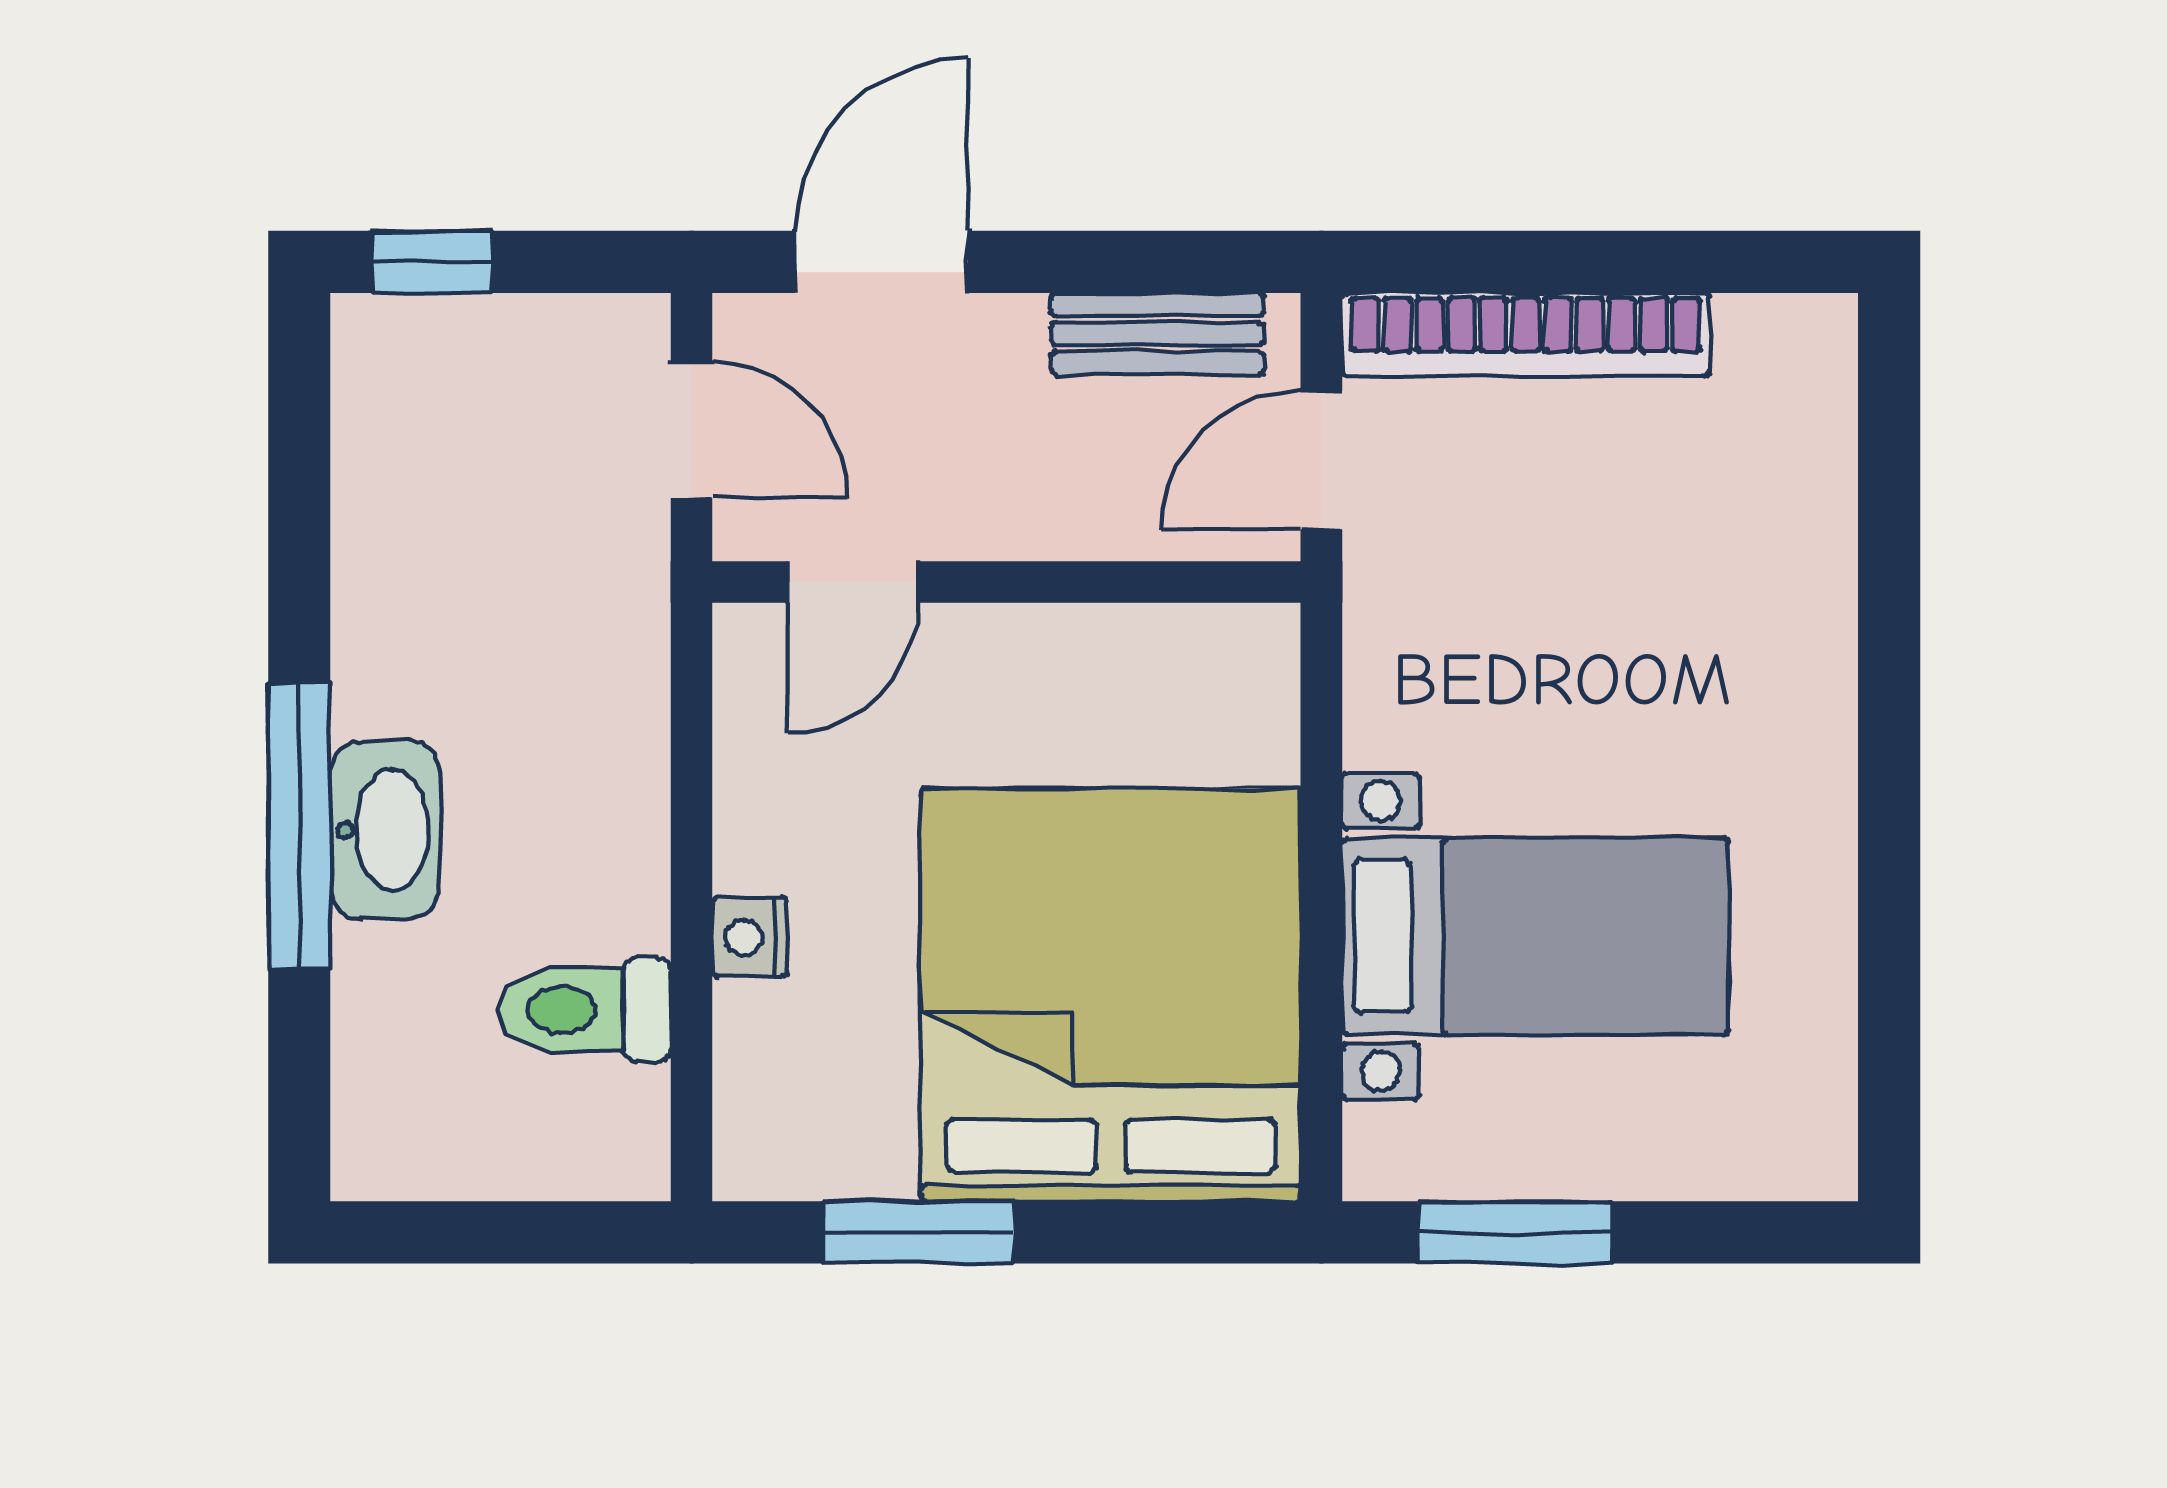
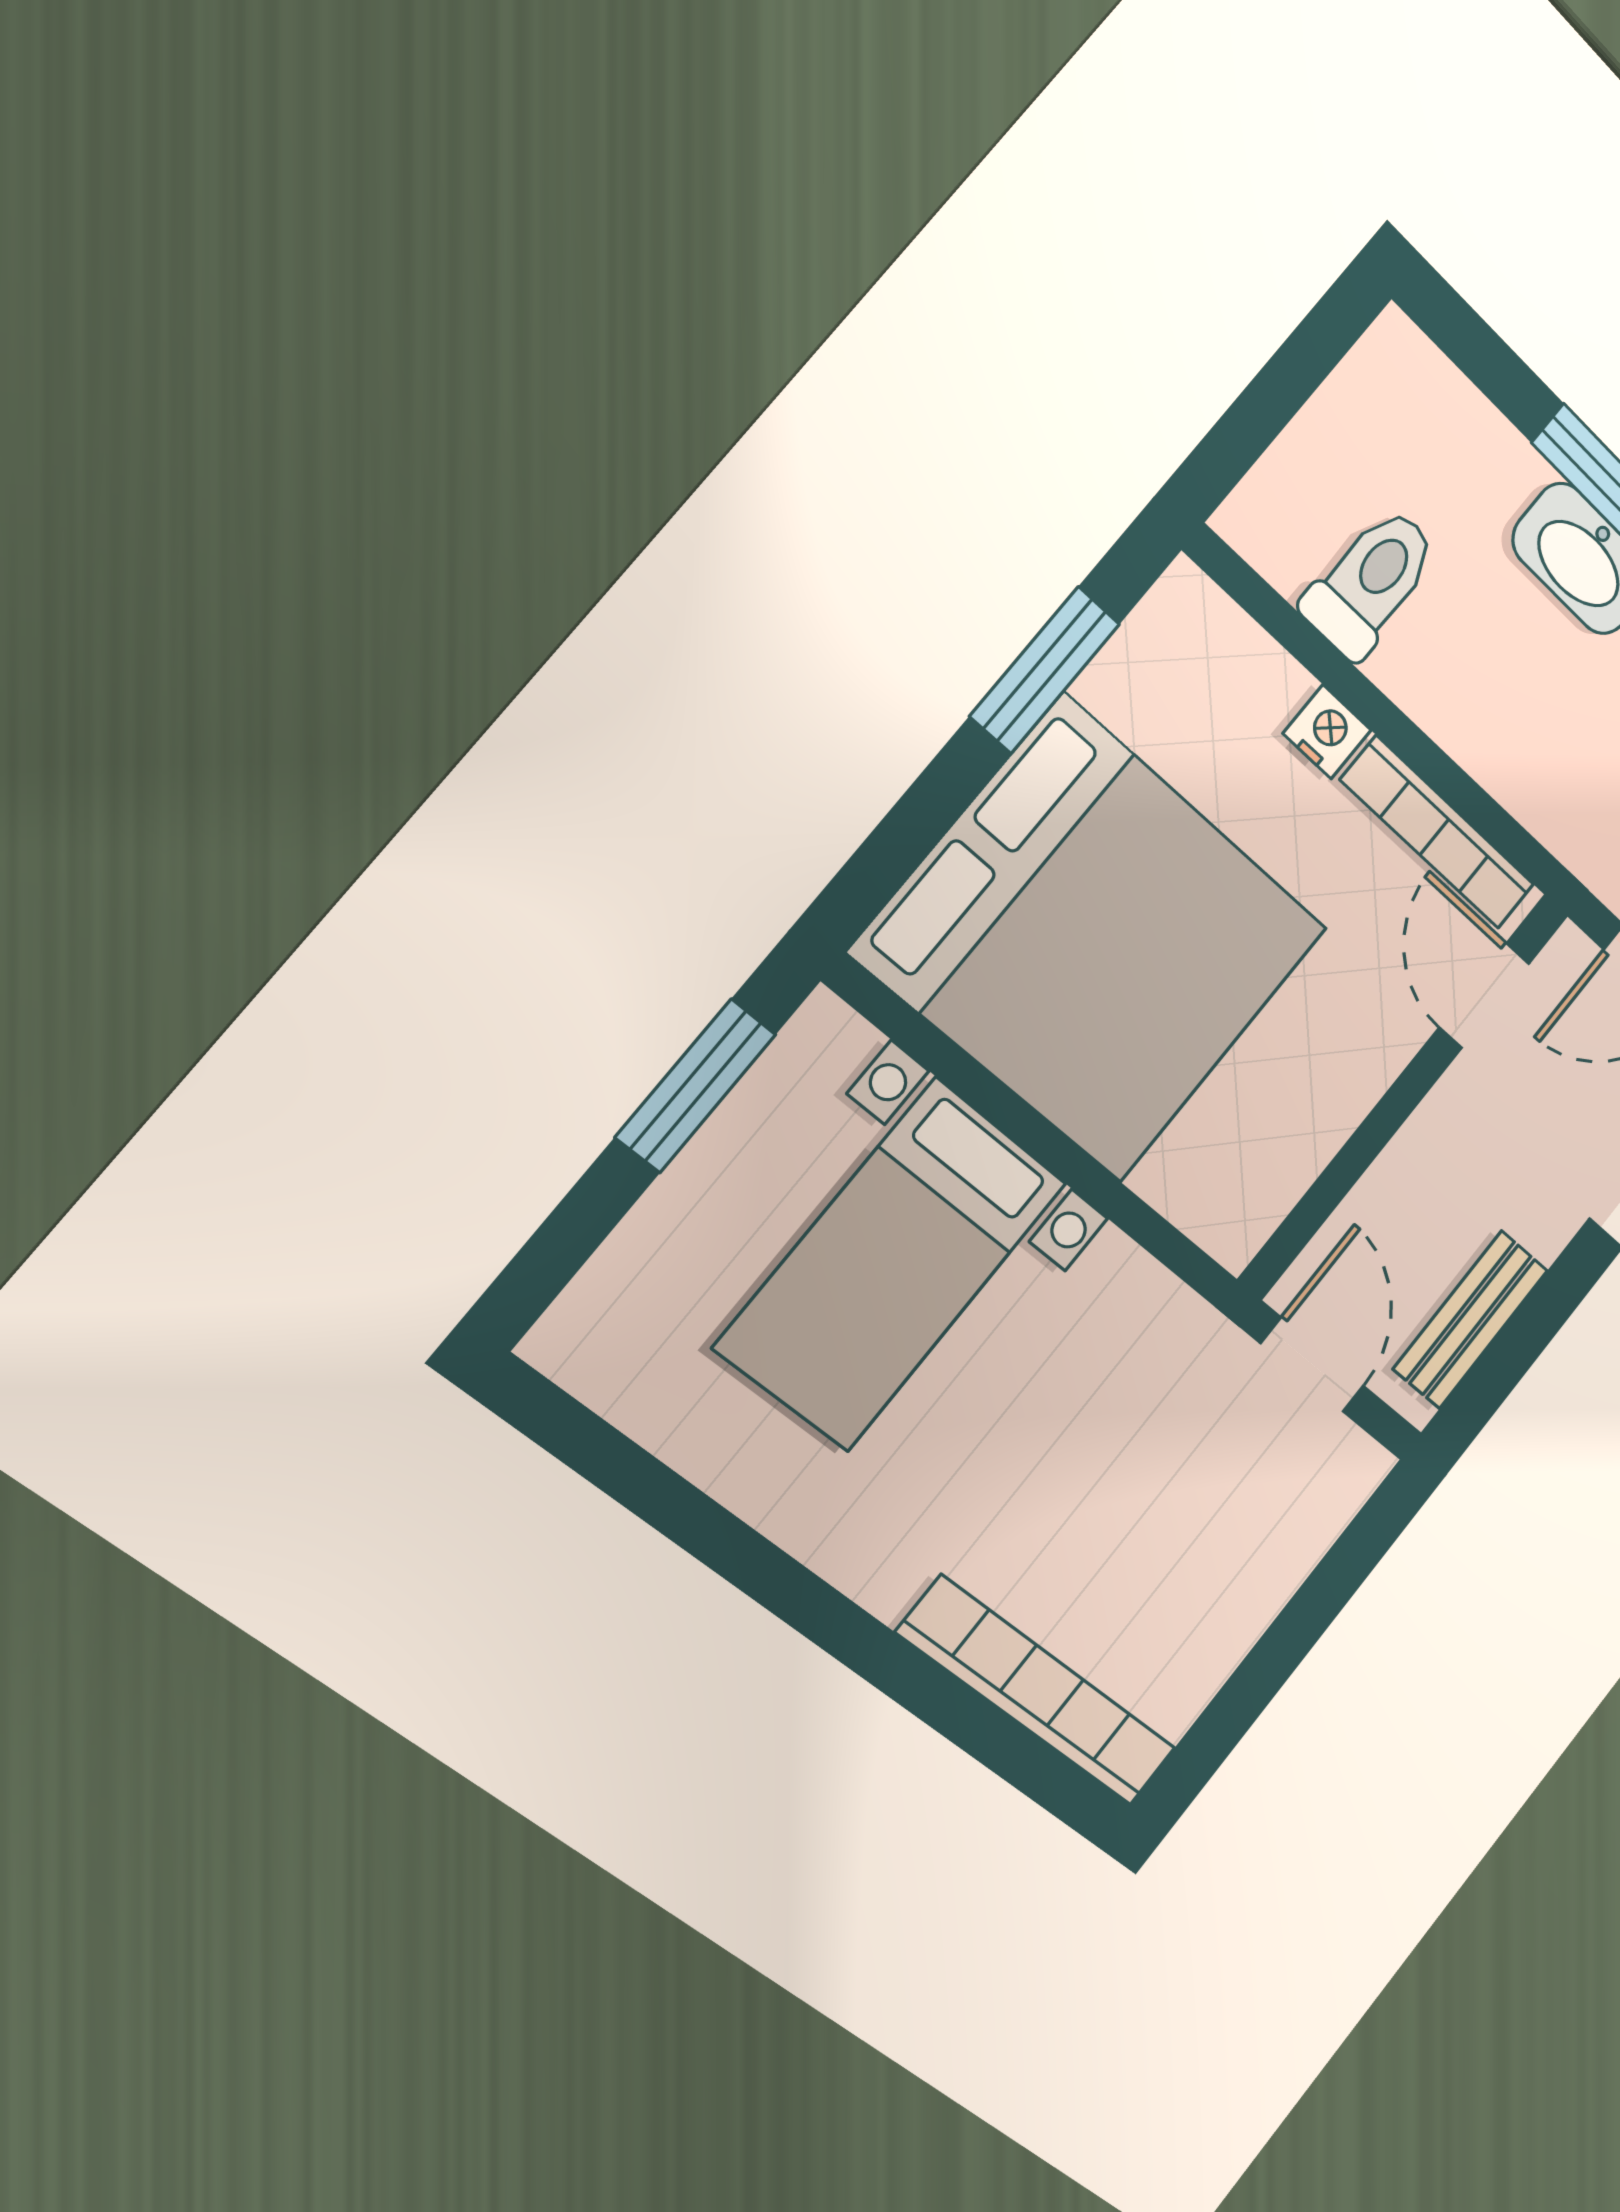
bookcase: (1526, 335) -> (1037, 1691), moved, turned 90
bookcase: (747, 756) -> (1438, 833), added

